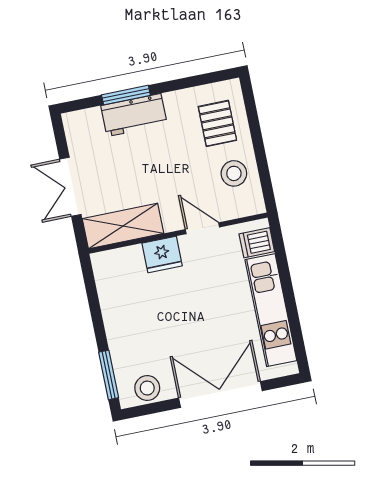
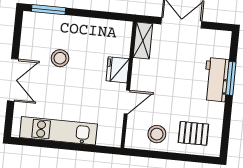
shelving: (123, 226) -> (143, 41), width x0.67, depth x0.75
dishwasher: (257, 243) -> (106, 135), removed
stool: (147, 388) -> (60, 58), moved
double door: (220, 394) -> (13, 80), width x0.73

